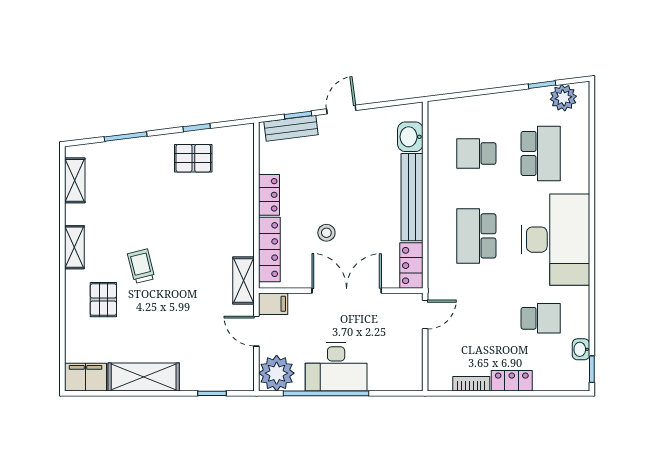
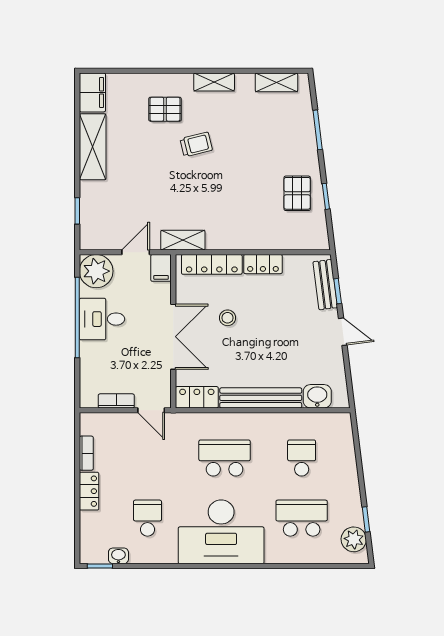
school desk: (541, 153) -> (302, 518), turned 180
school desk: (541, 318) -> (147, 518), turned 180
bookcase: (415, 352) -> (116, 401), added
desk: (336, 367) -> (102, 319), width x0.73

